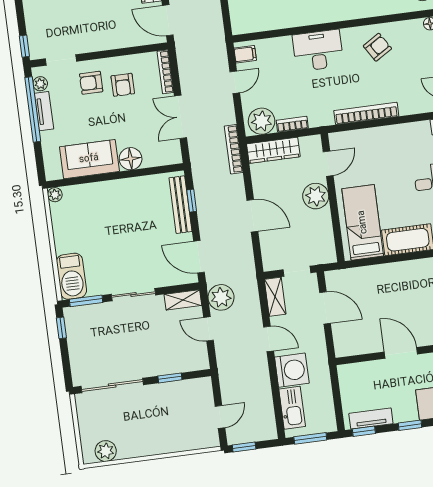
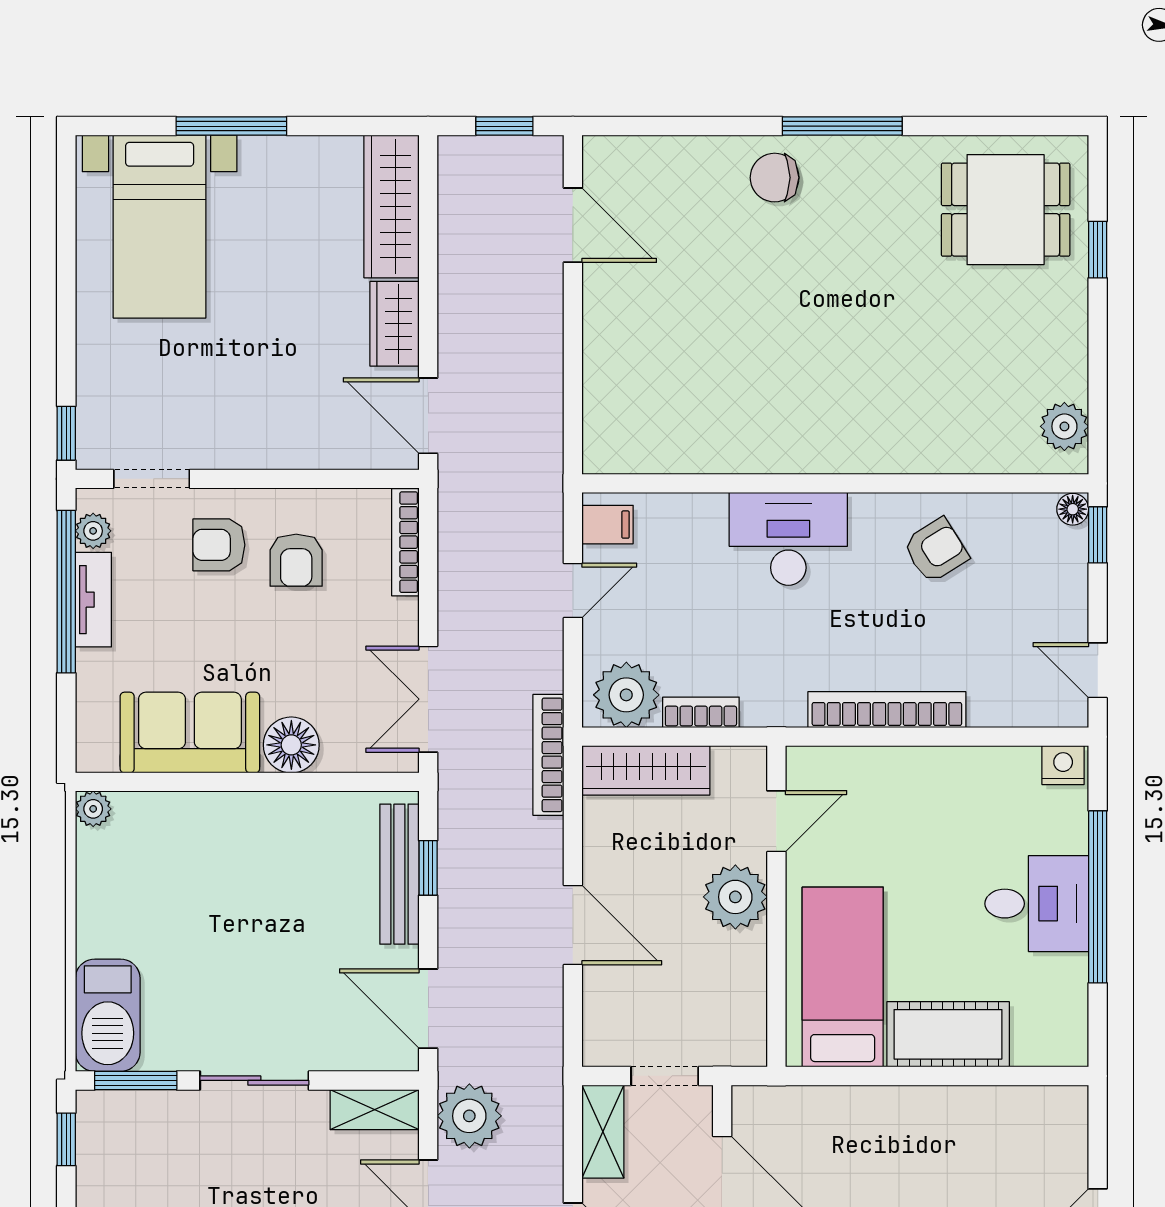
double door: (181, 117) -> (428, 699), moved

